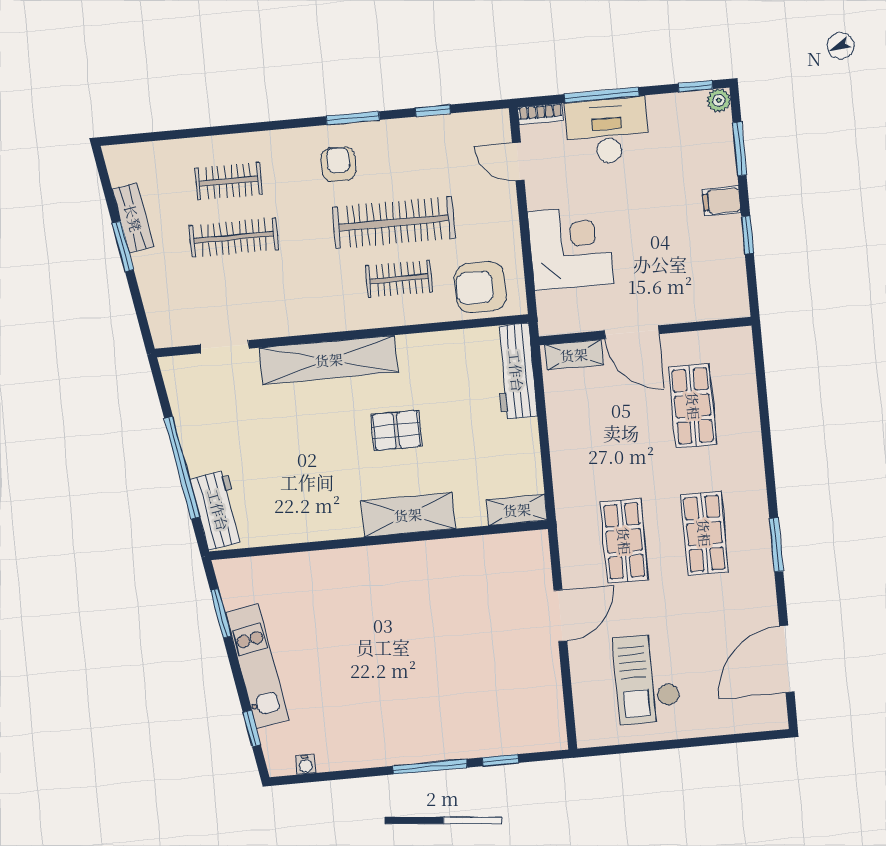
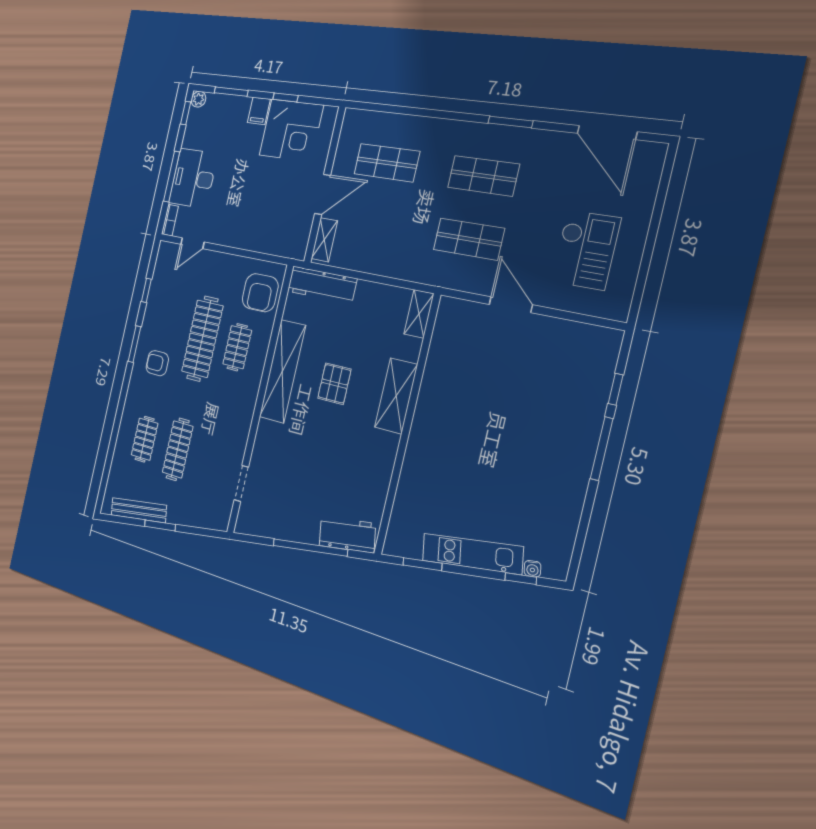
bench: (133, 218) -> (139, 510), width x1.36
corner desk: (570, 248) -> (291, 130), moved, turned 180
shelving: (329, 360) -> (282, 371), moved
checkout: (647, 679) -> (586, 250), turned -90
water cooler: (306, 765) -> (532, 569), moved, turned 80

